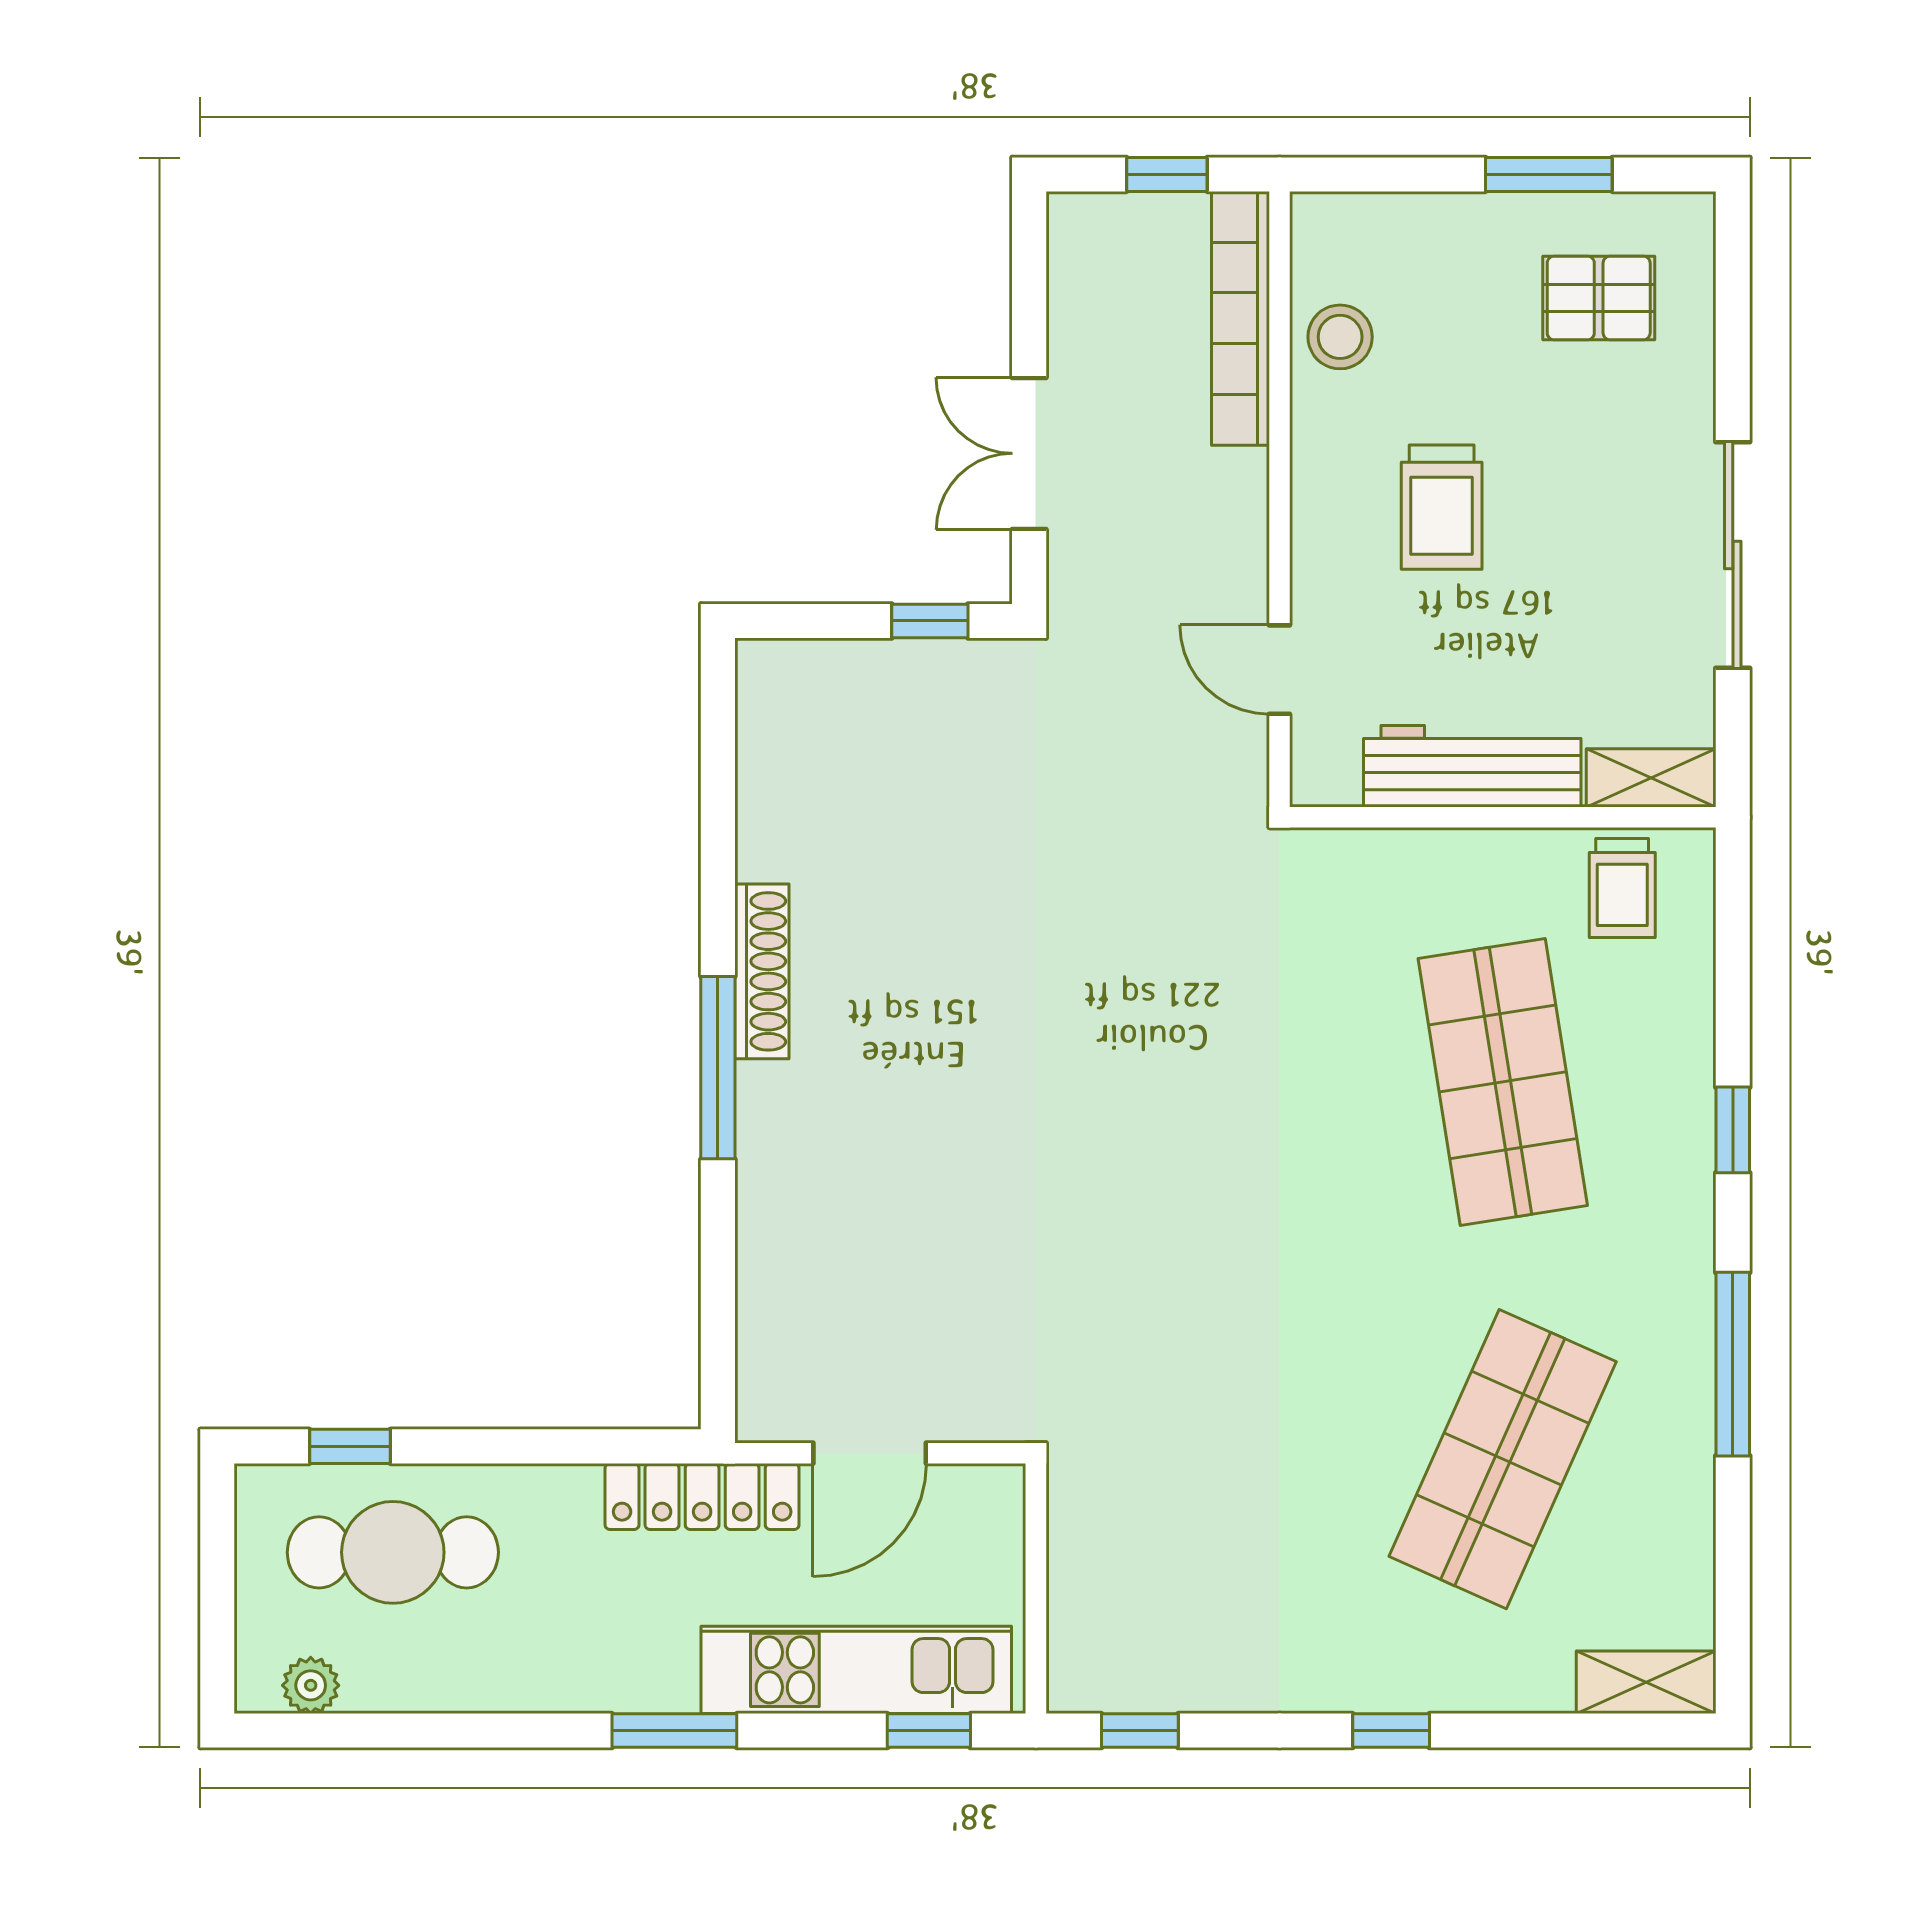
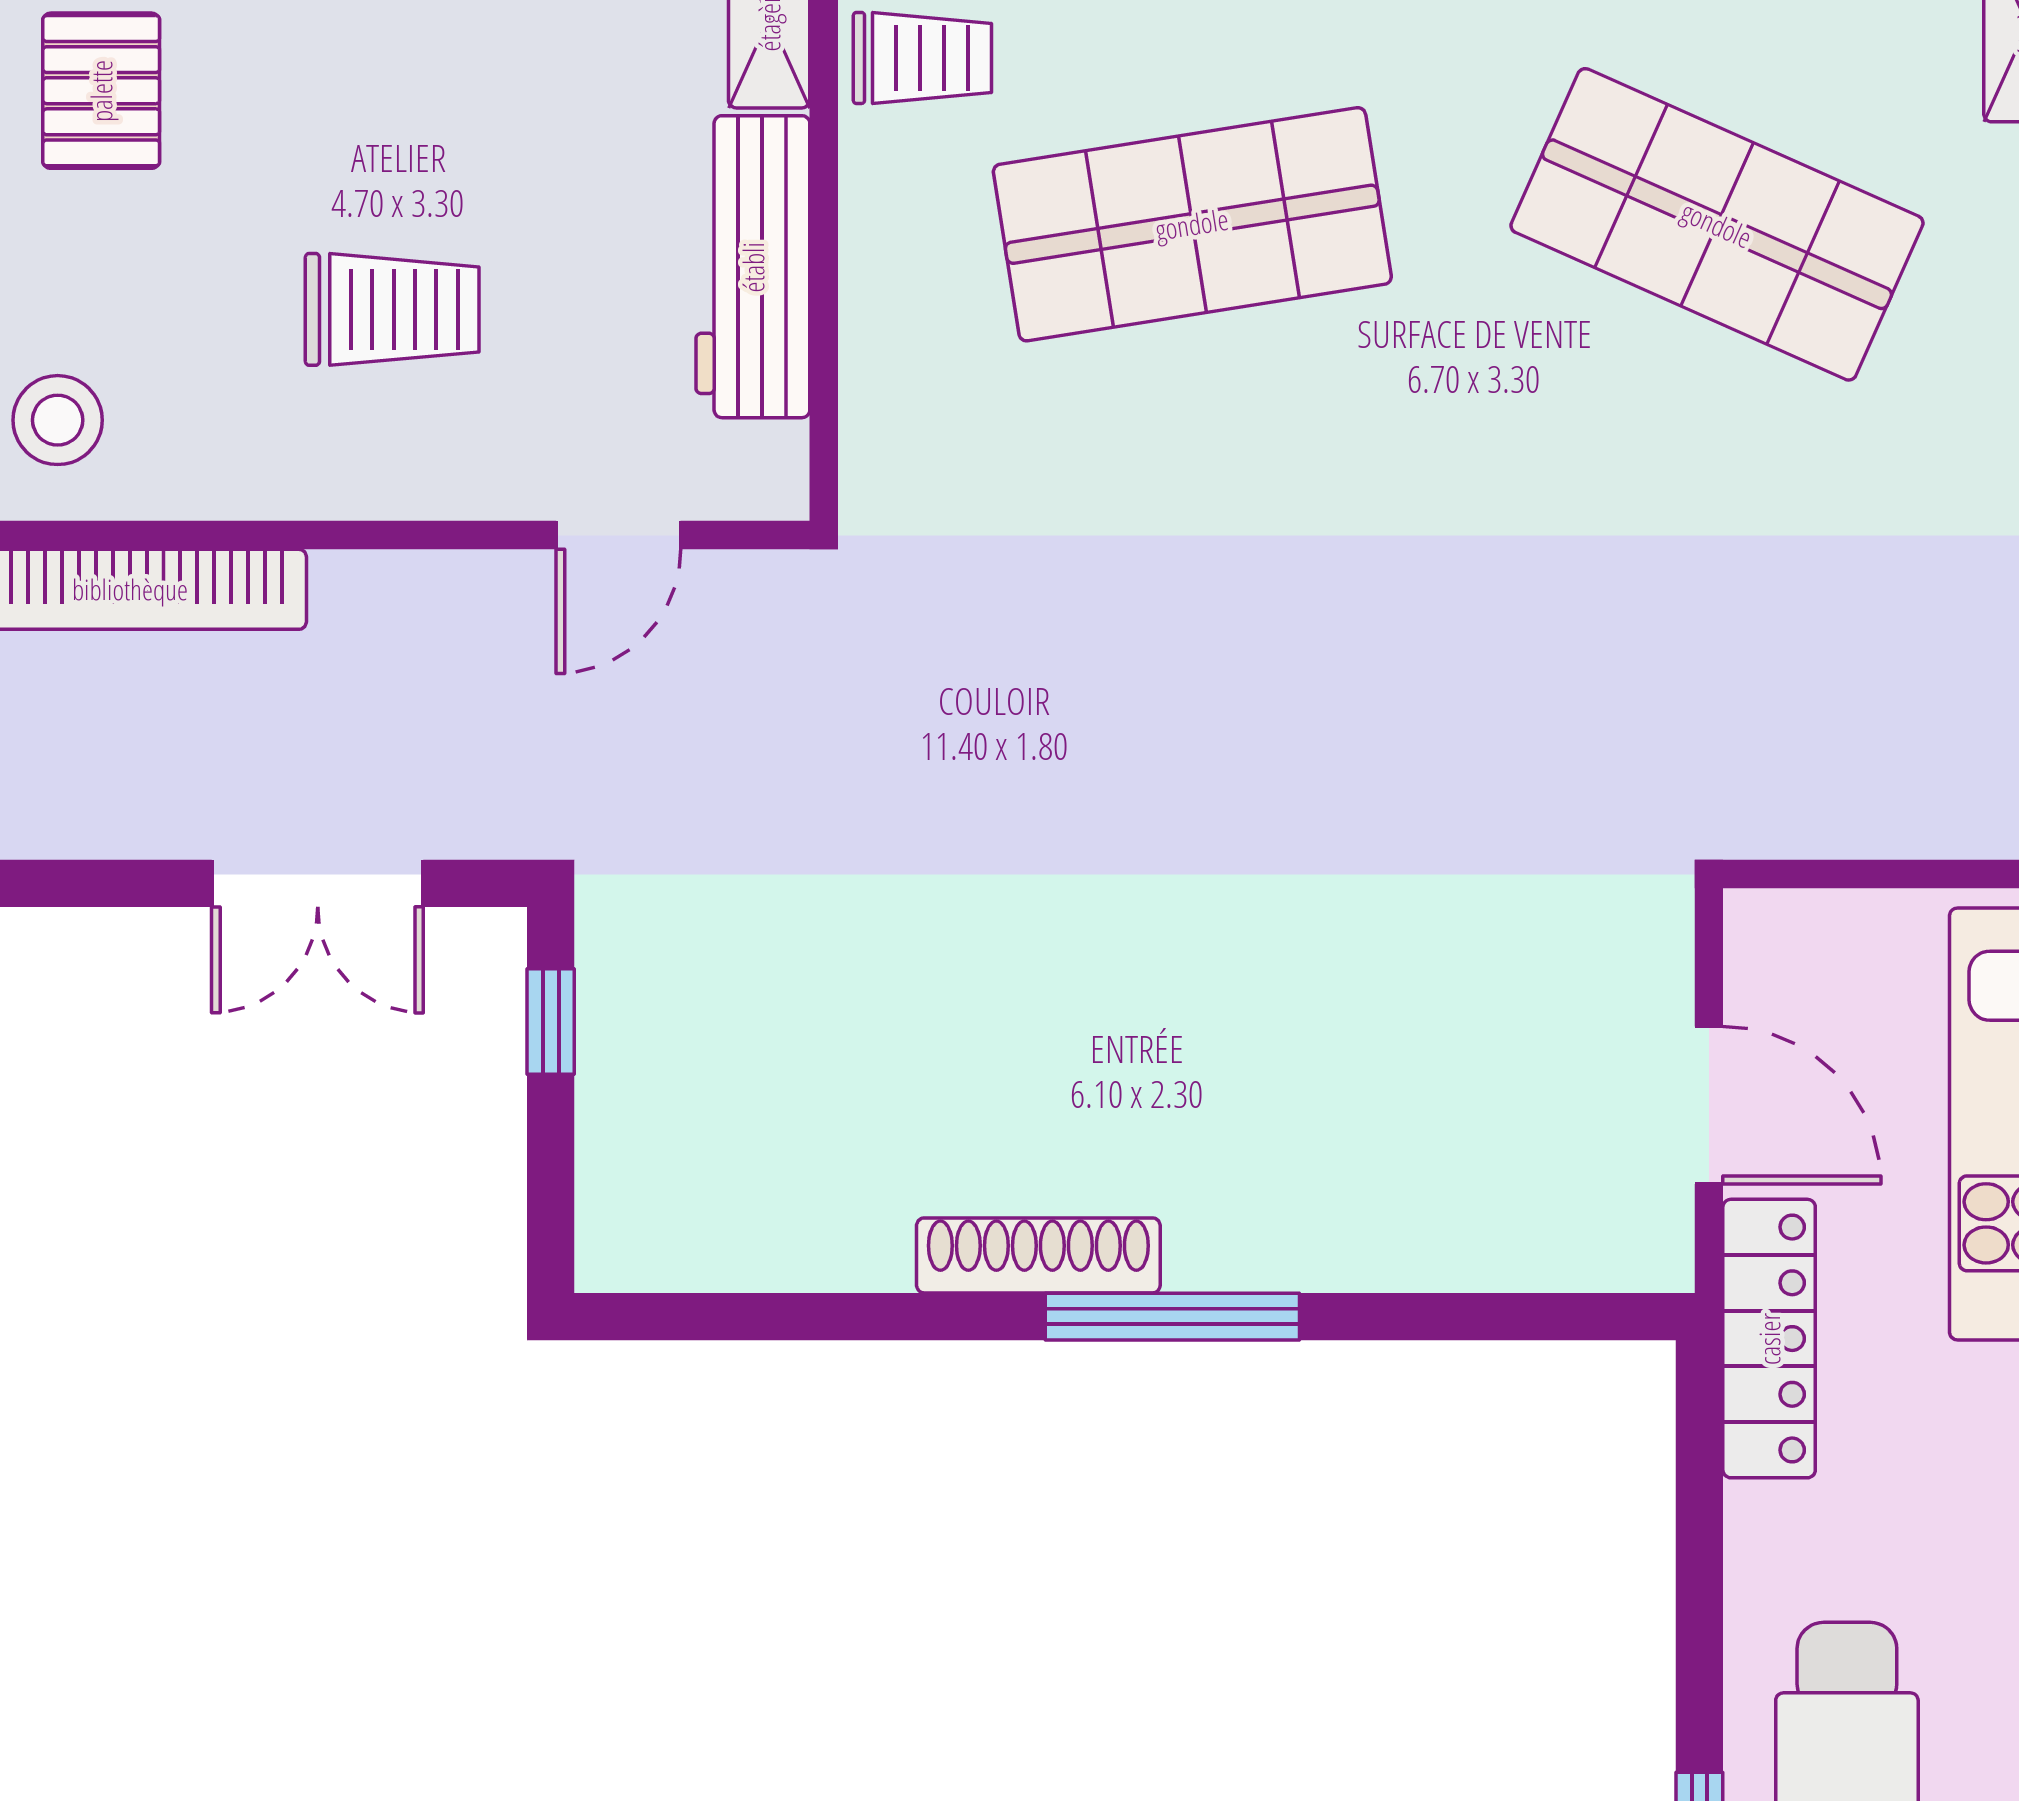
stool: (1340, 337) -> (58, 420), moved

